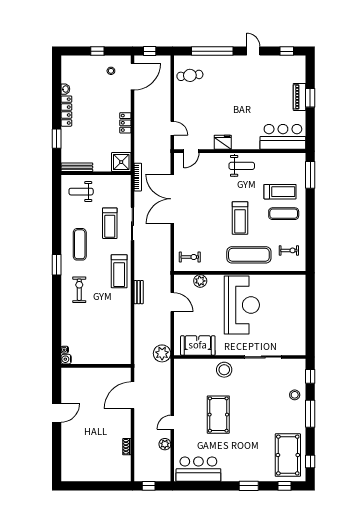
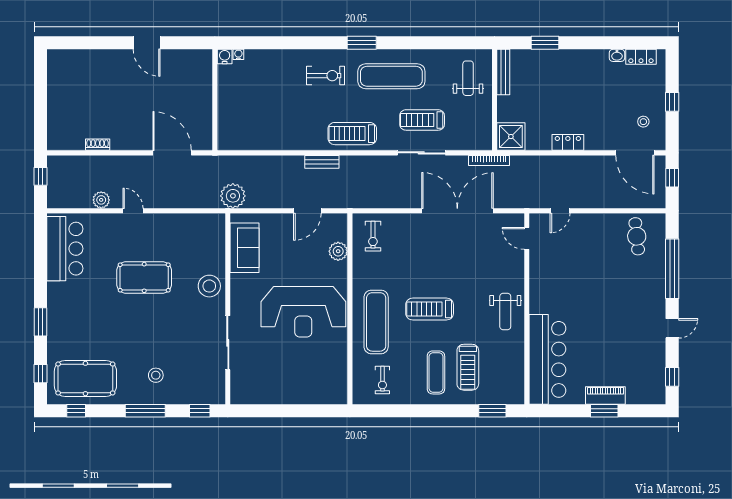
locker: (66, 111) -> (641, 57), moved, width x0.66
bar counter: (283, 137) -> (547, 359), width x1.36
fridge: (223, 142) -> (540, 284), removed
window: (310, 175) -> (492, 411), width x0.69
exercise mat: (80, 244) -> (391, 76), width x1.36, depth x1.45
stool: (295, 395) -> (156, 375), moved

